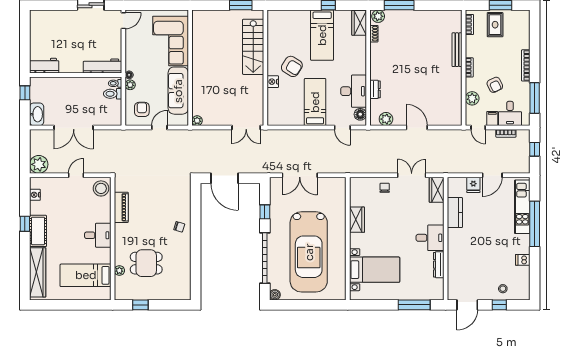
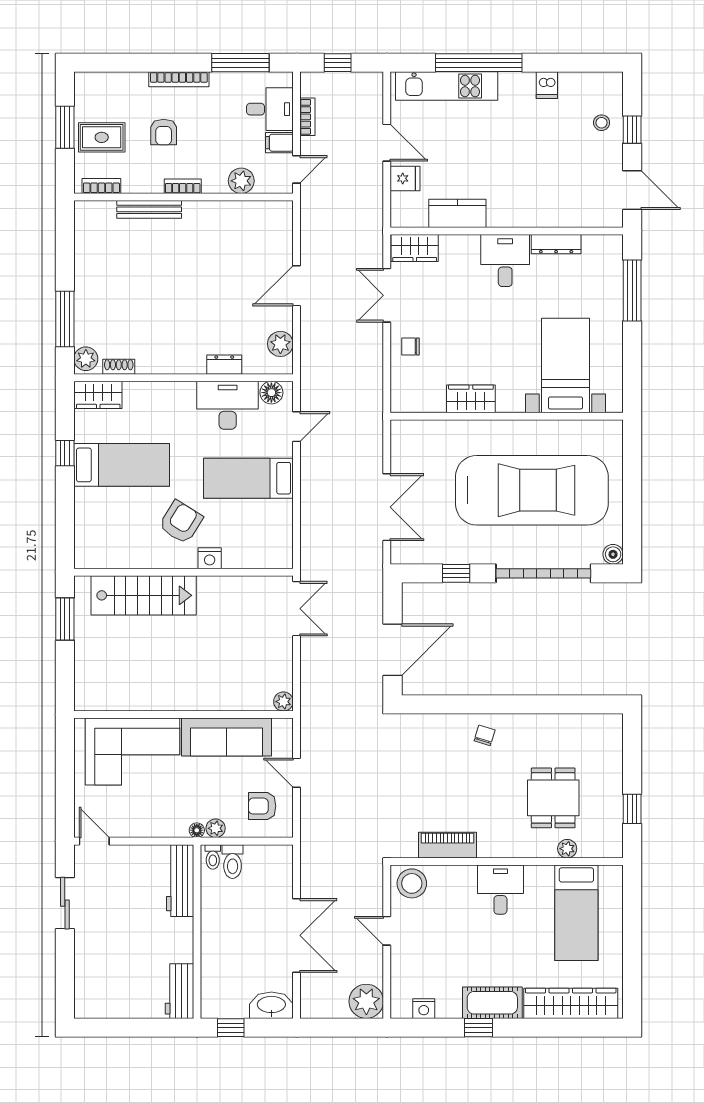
armchair: (495, 85) -> (164, 132), moved, turned 116

